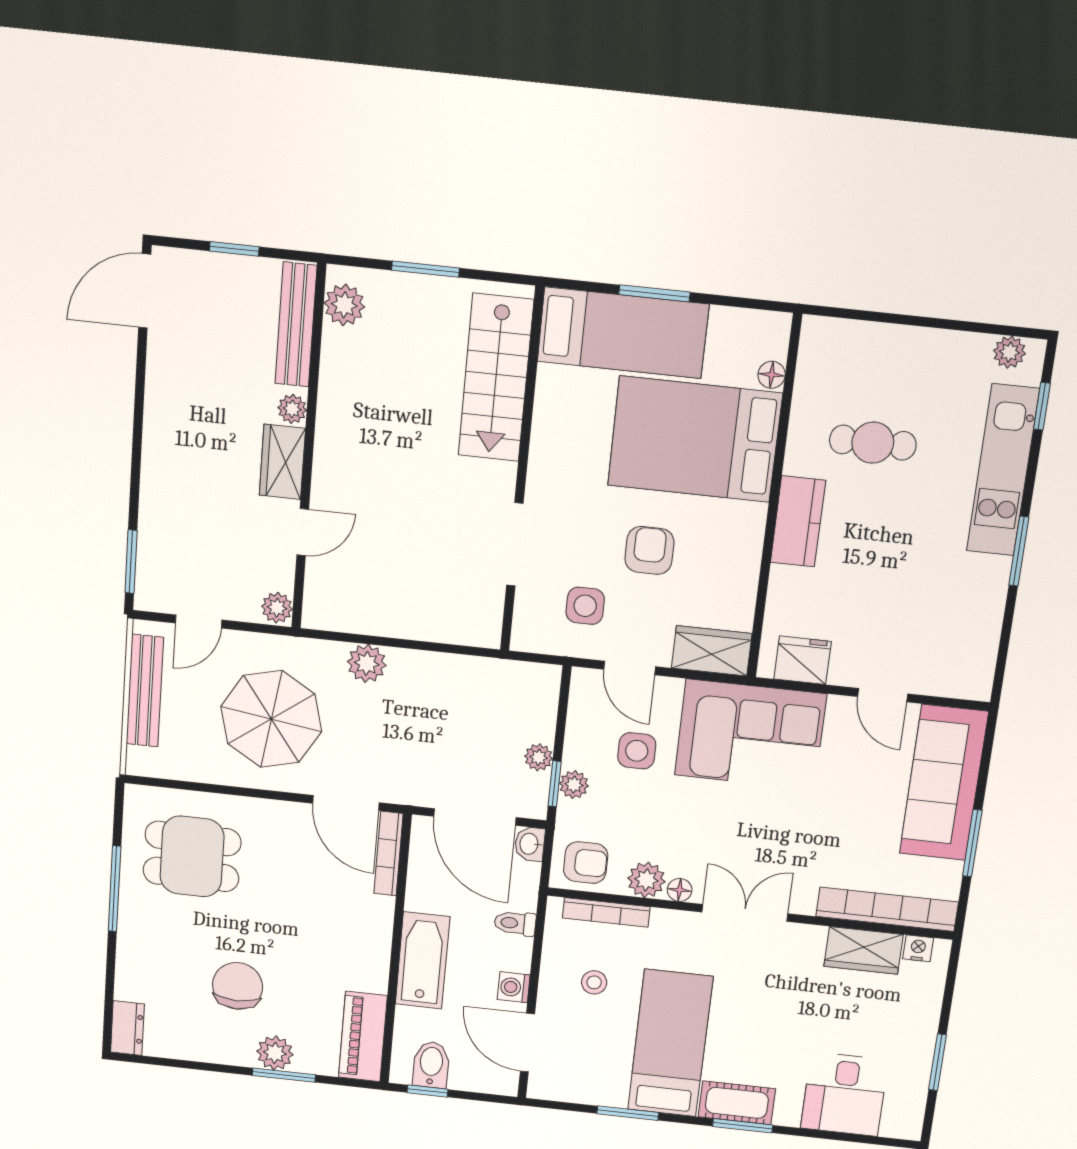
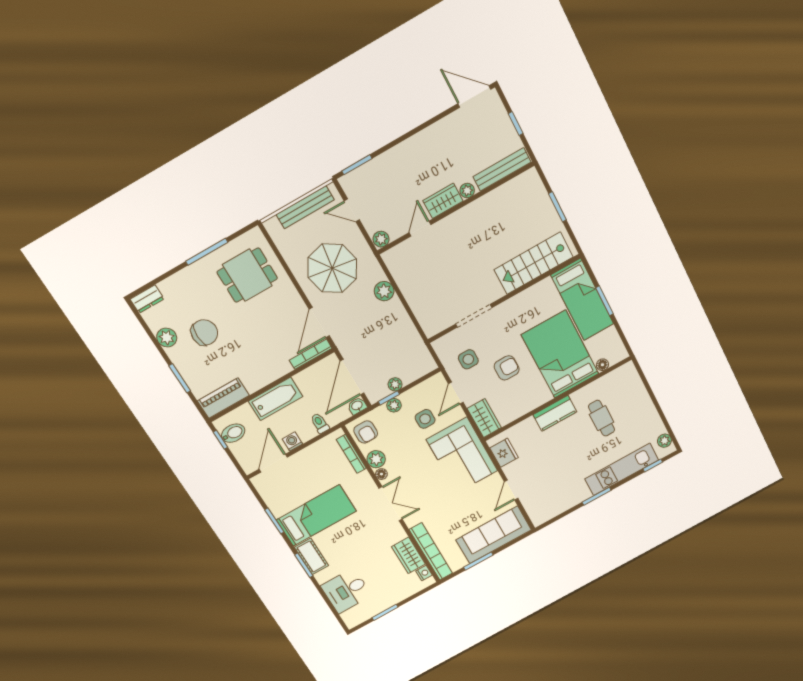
plant: (344, 305) -> (523, 184), removed
door: (303, 532) -> (420, 229), swing flipped
dining table: (192, 856) -> (247, 275), turned 90
stool: (594, 982) -> (319, 470), removed
plant: (275, 1053) -> (167, 338), moved

